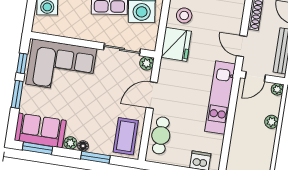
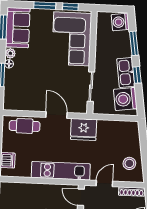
stool: (184, 16) -> (129, 163), moved
fridge: (176, 44) -> (84, 129), moved
plant: (147, 63) -> (82, 108), removed
coffee table: (126, 136) -> (21, 98), removed

